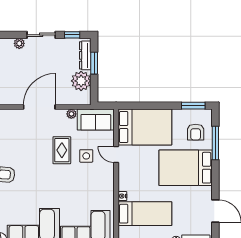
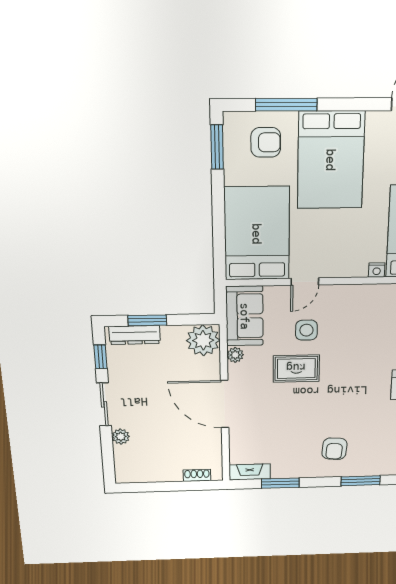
plant: (81, 81) -> (203, 340), moved

